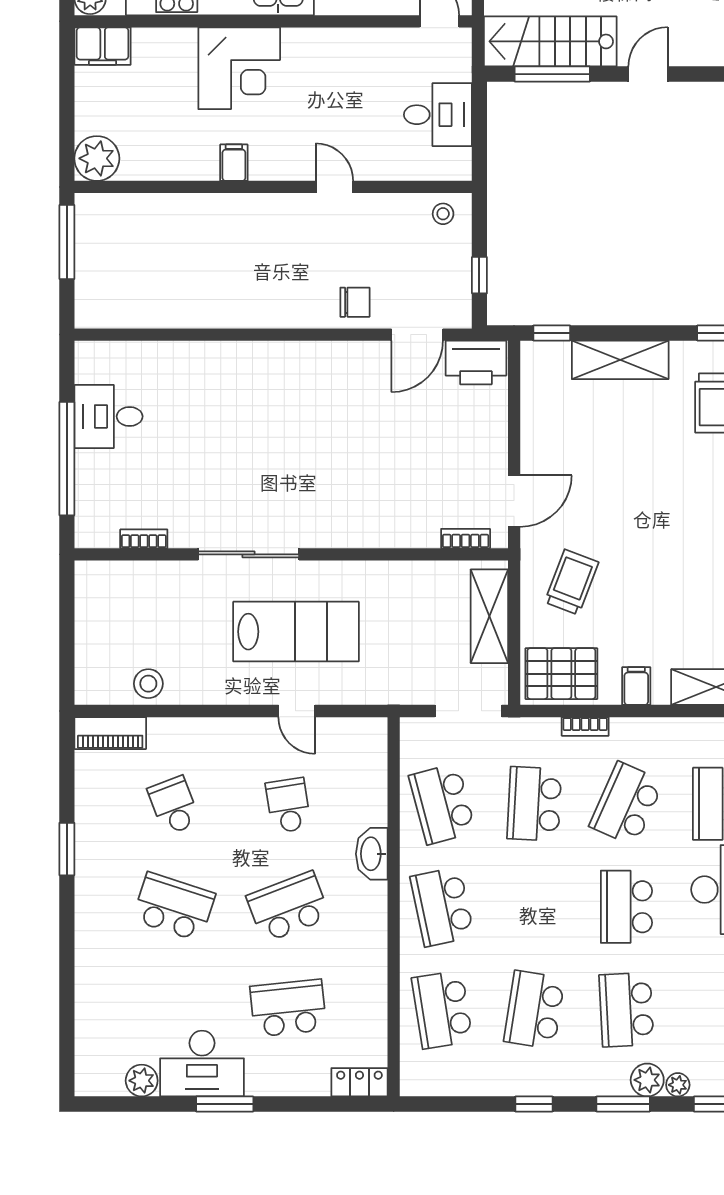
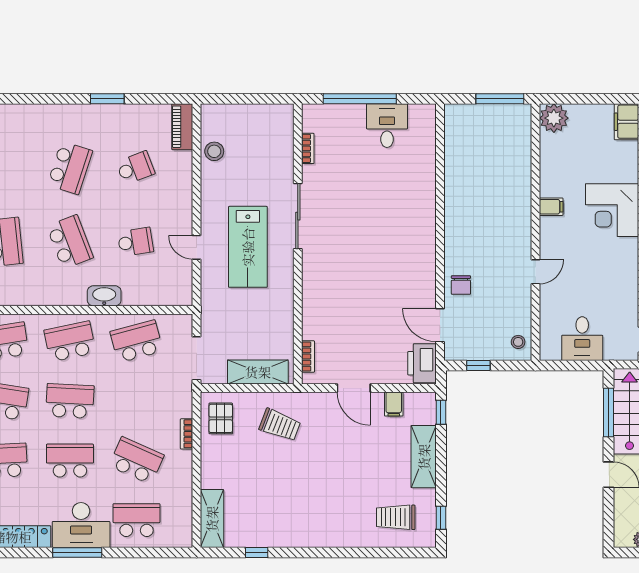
door: (514, 501) -> (354, 388), moved
pallet: (561, 674) -> (221, 418), width x0.67, depth x0.71
filing cabinet: (636, 686) -> (394, 404), moved, turned 90
door: (297, 711) -> (197, 247), hinge flipped
school desk: (534, 804) -> (70, 401), moved

